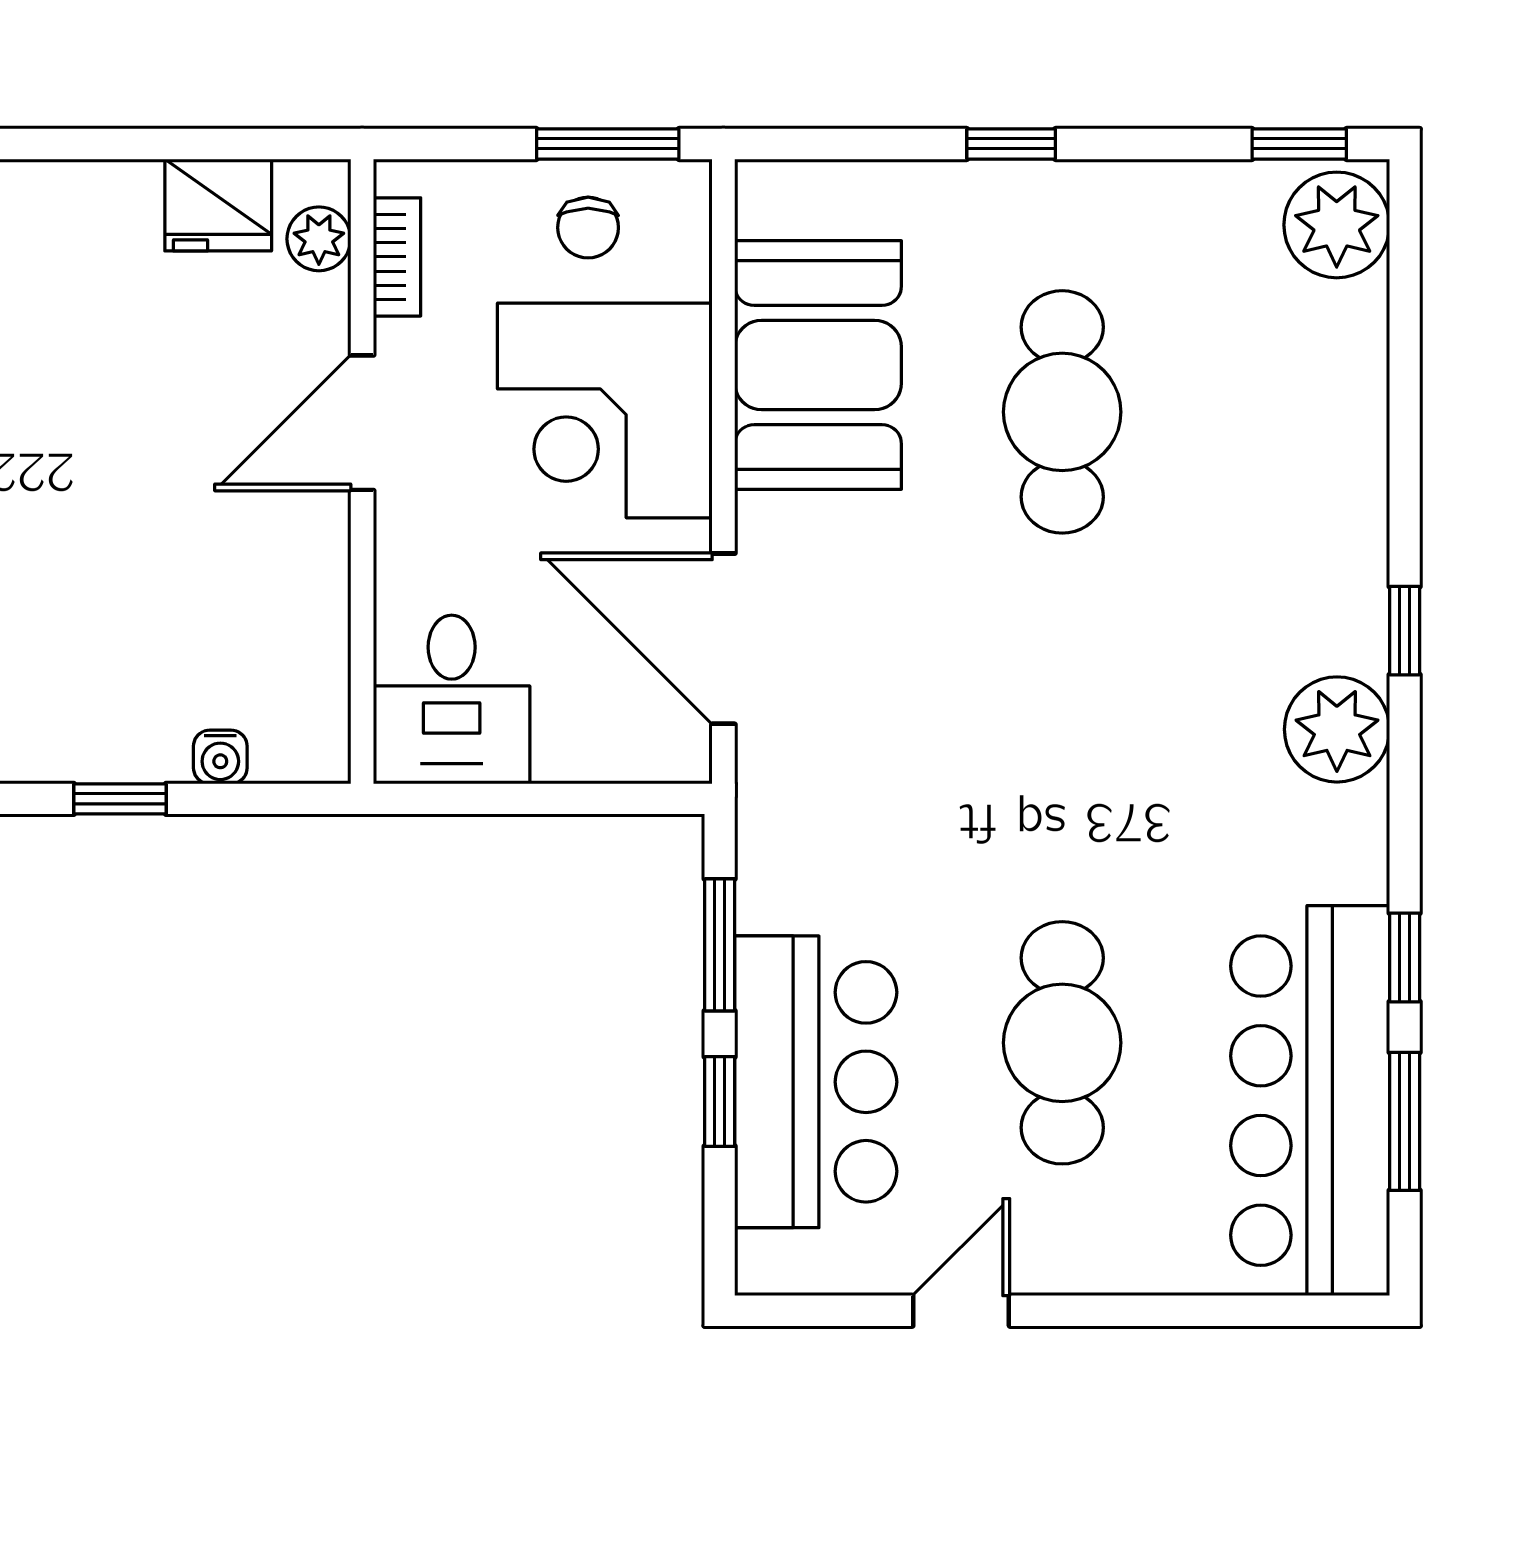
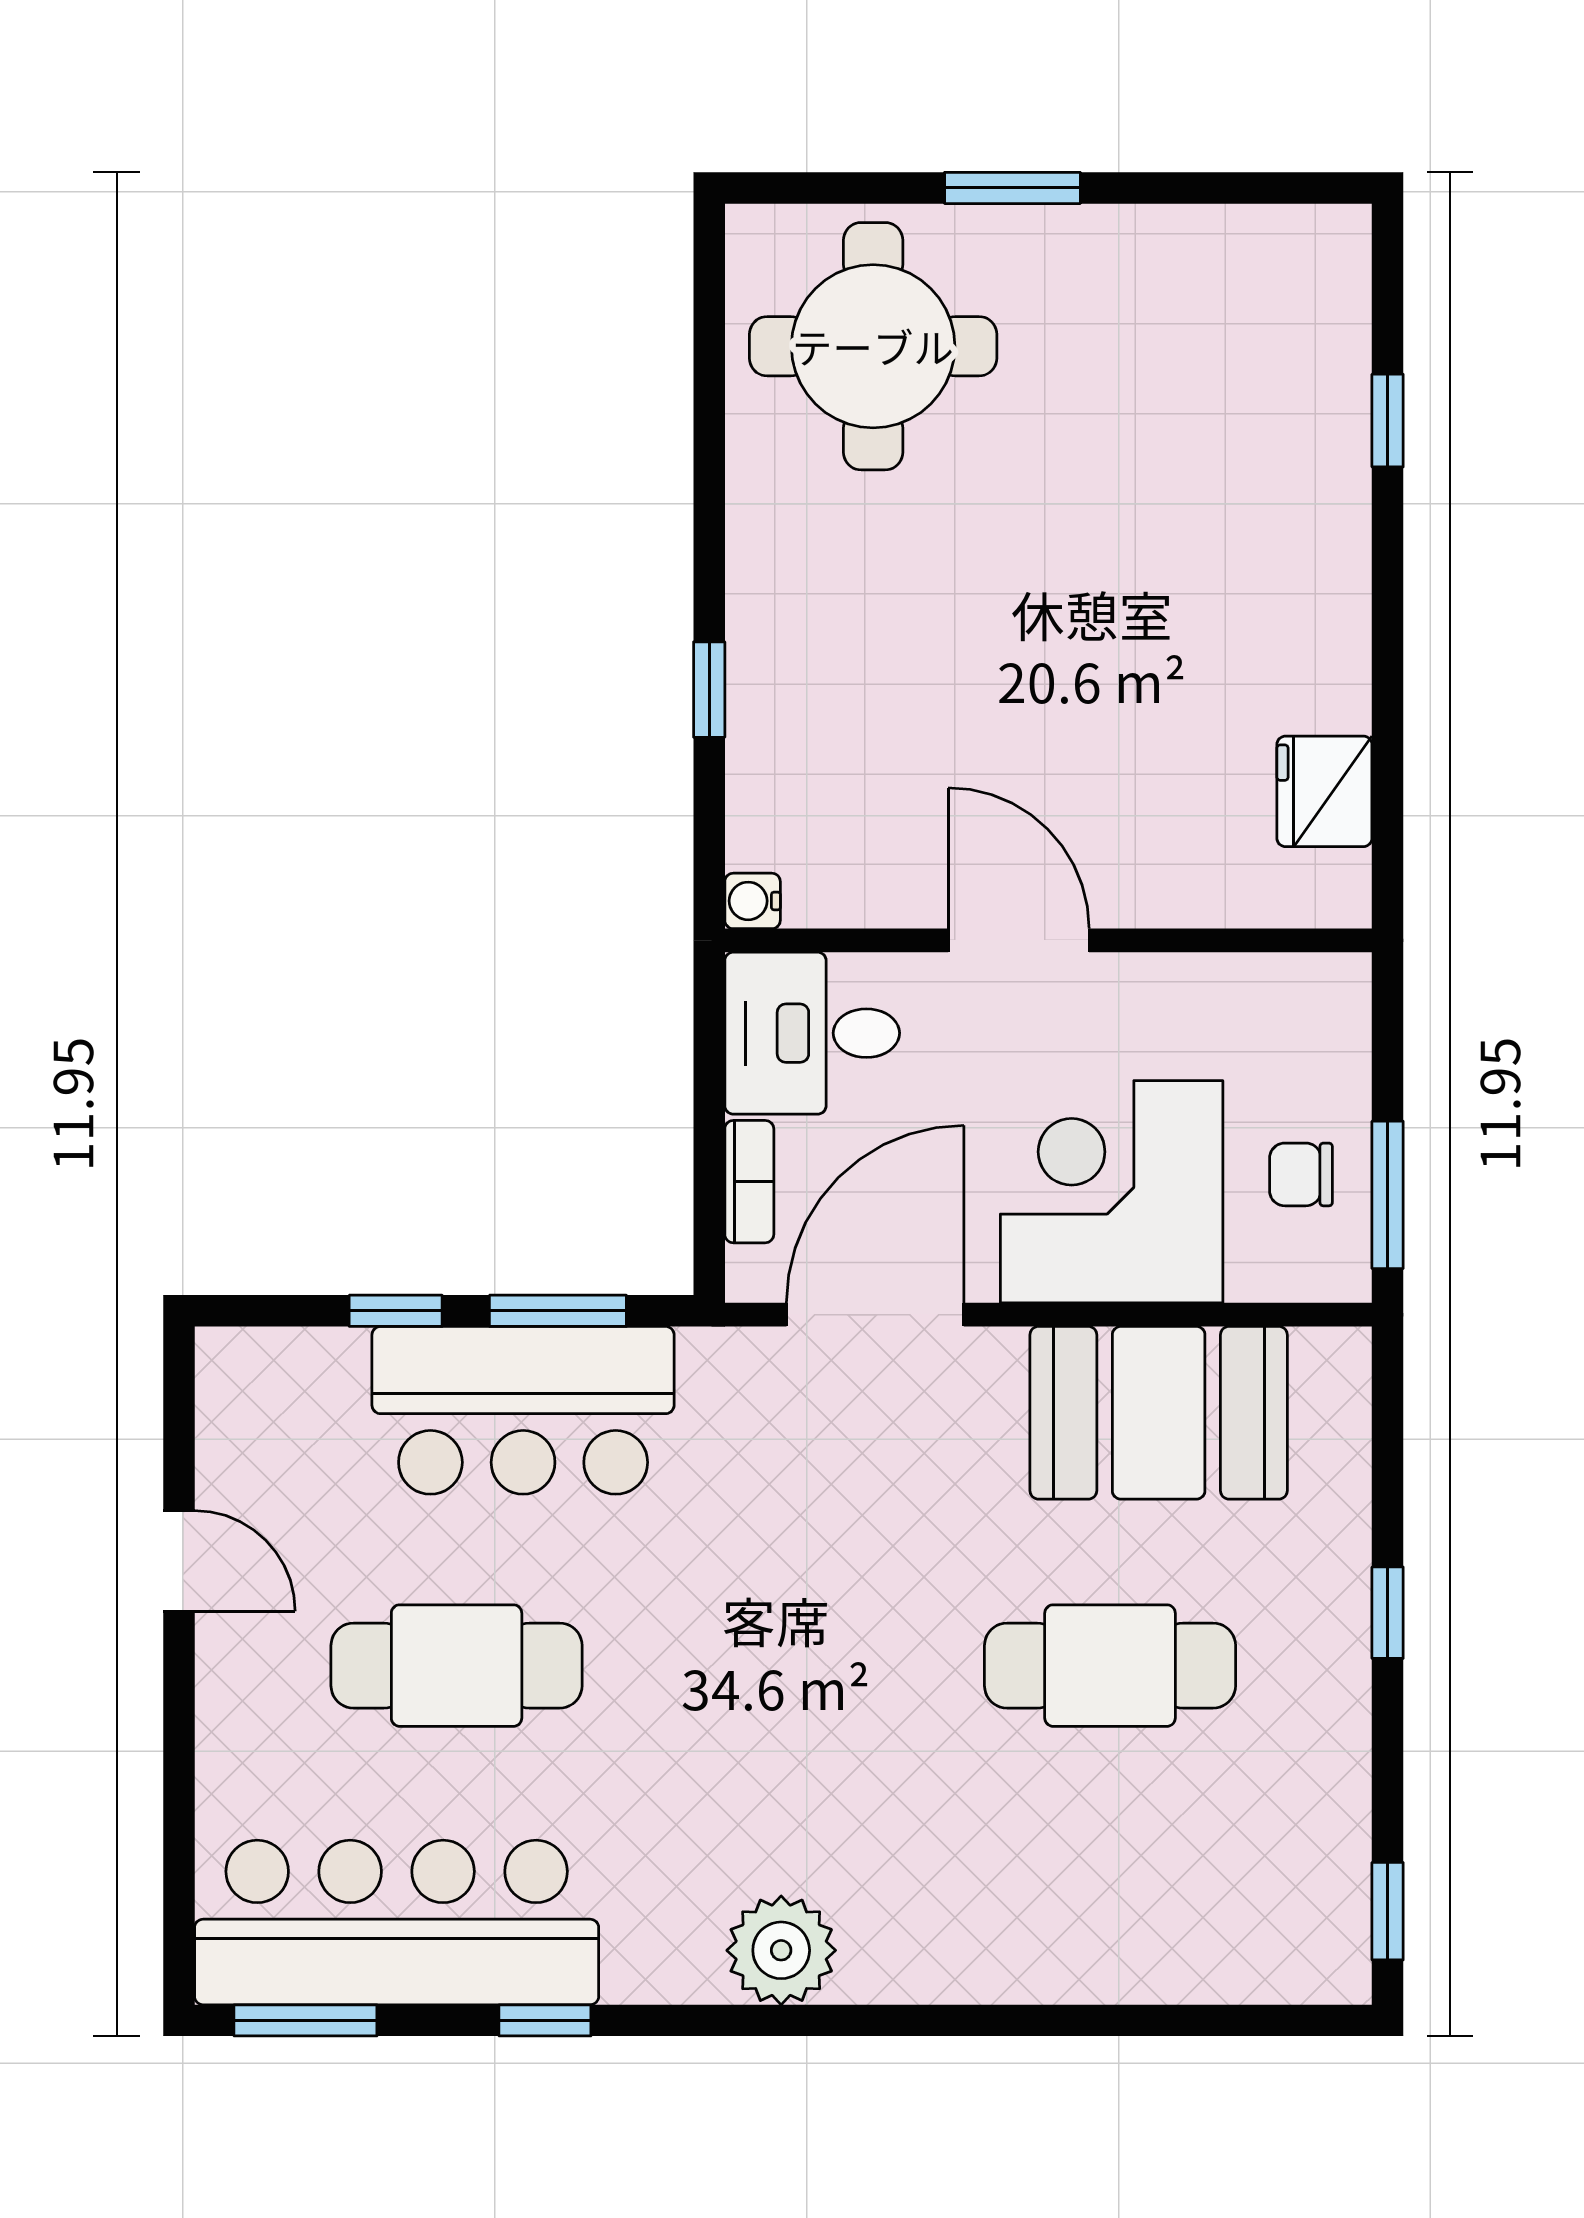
plant: (1337, 225) -> (1304, 1950), removed
plant: (319, 239) -> (1289, 896), removed
bookcase: (397, 257) -> (749, 1182), moved, turned -90
door: (362, 423) -> (1019, 940), moved
window: (1405, 631) -> (883, 2020), removed
water cooler: (220, 757) -> (753, 901), moved
bar counter: (816, 1082) -> (523, 1410), moved
window: (1405, 1121) -> (305, 2020), moved

